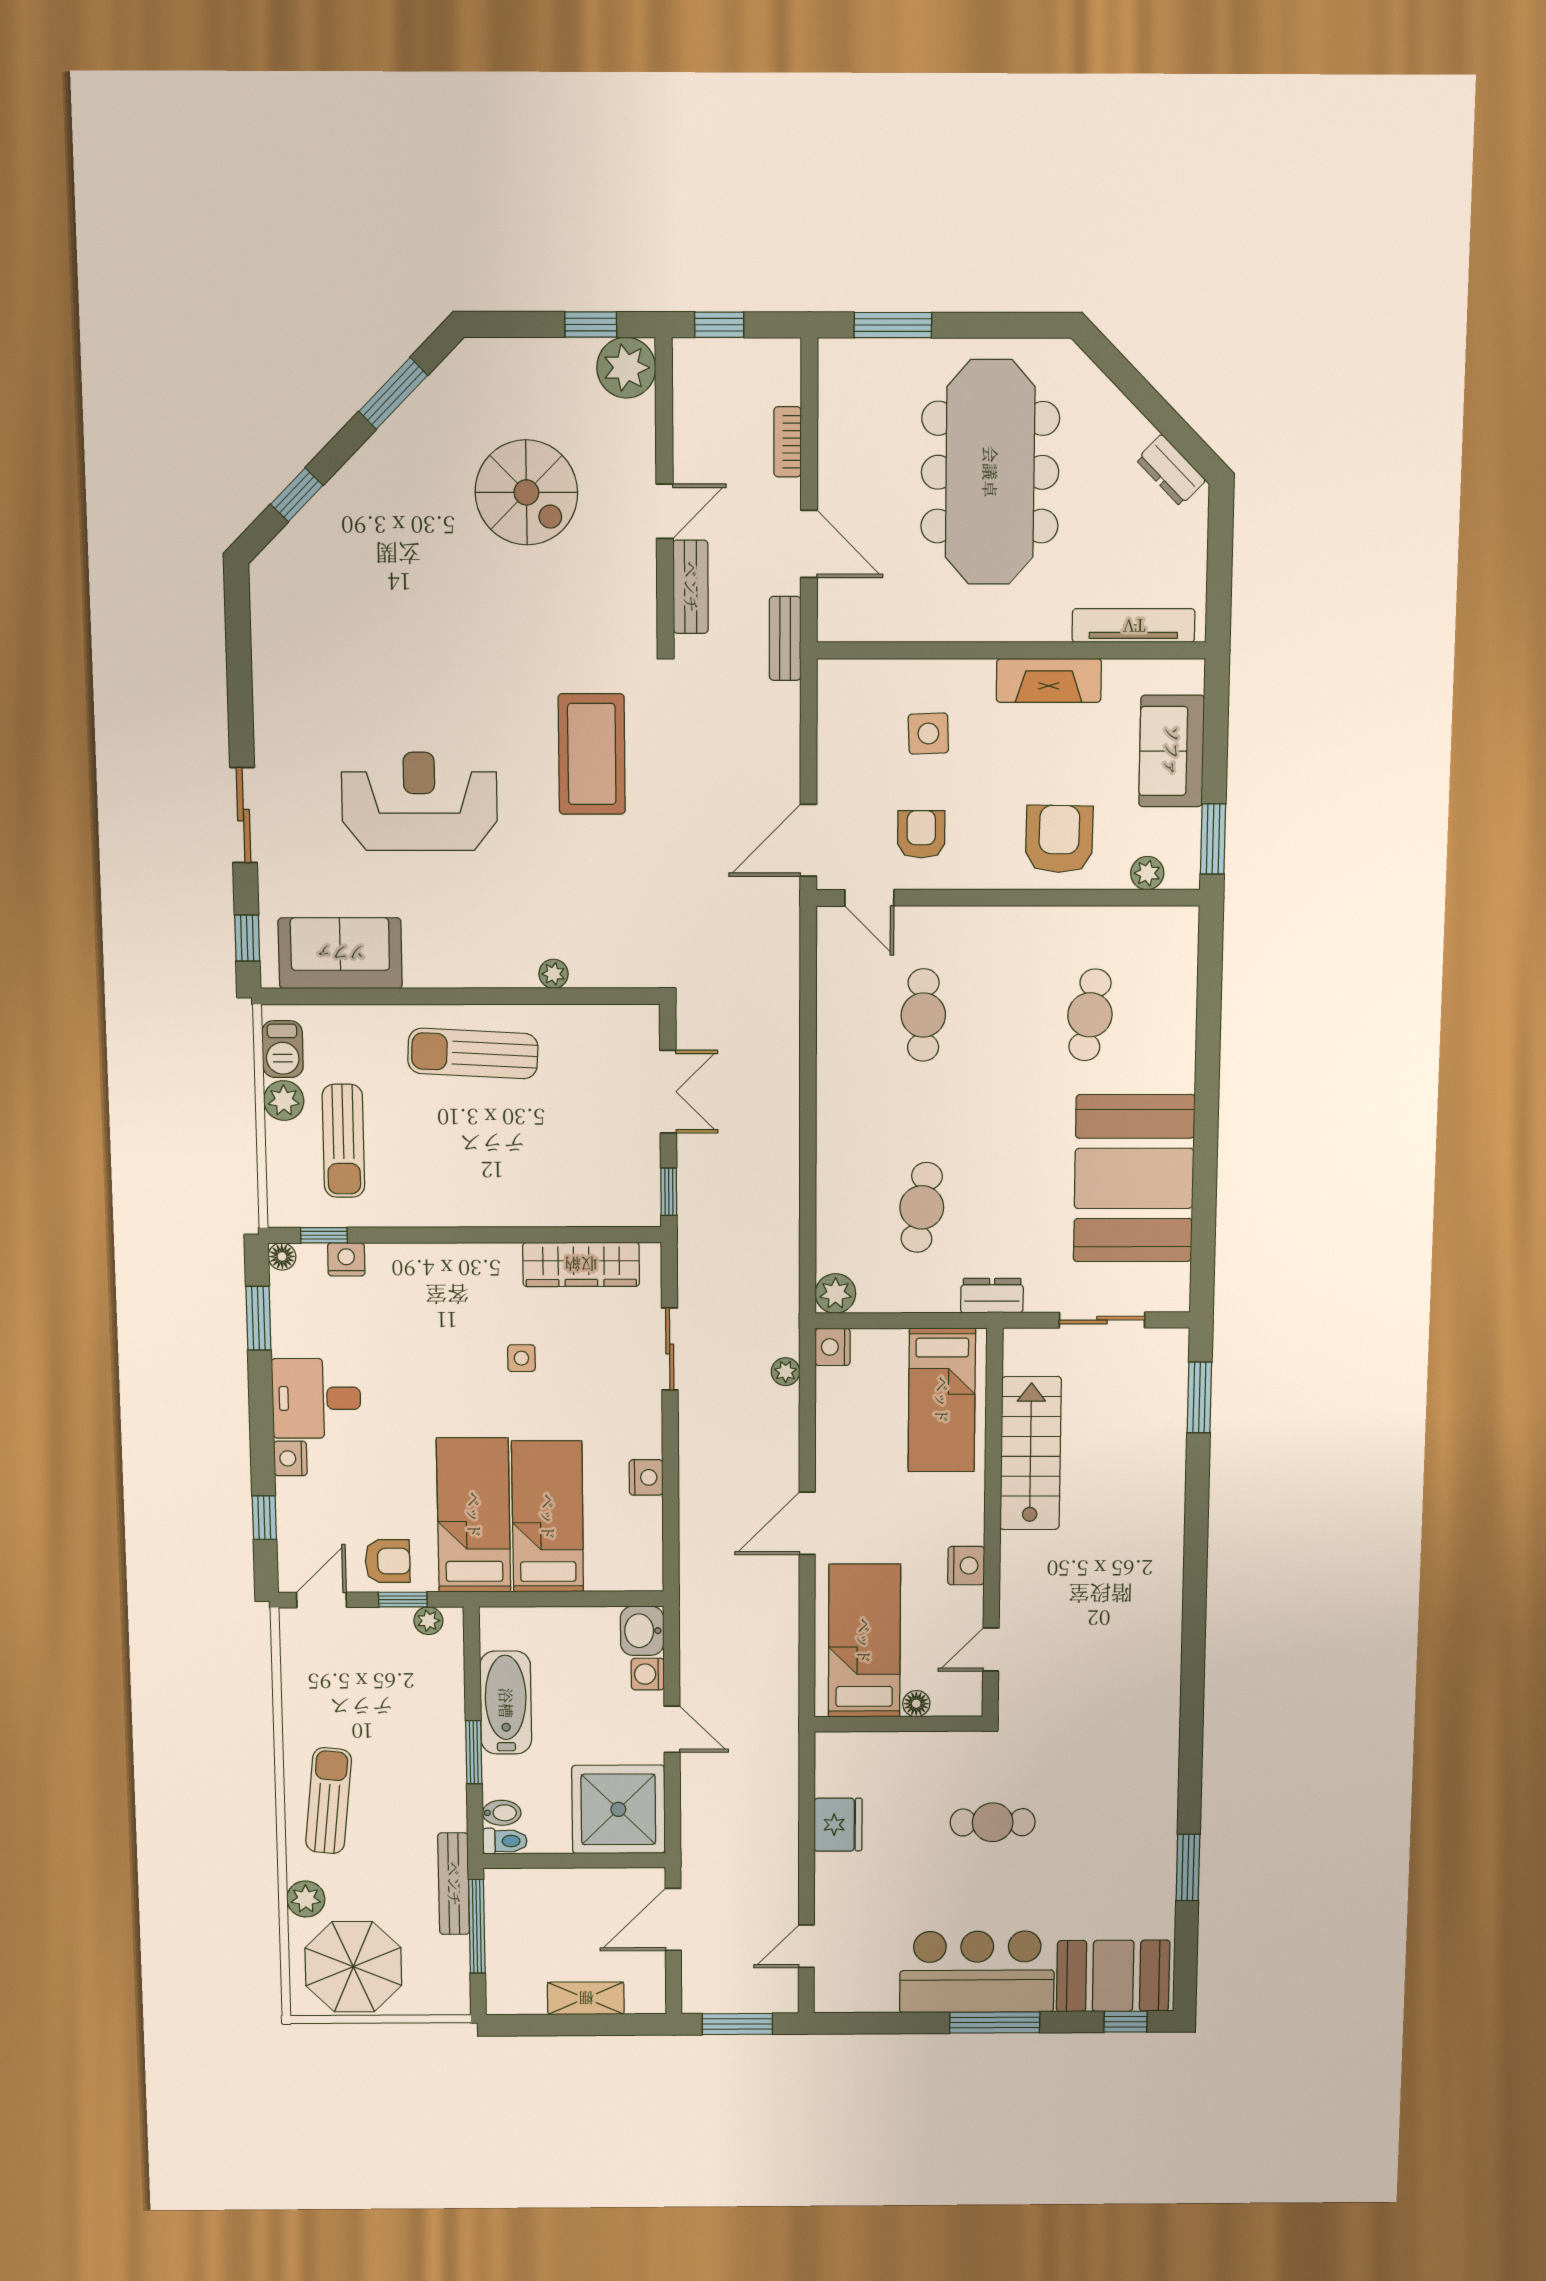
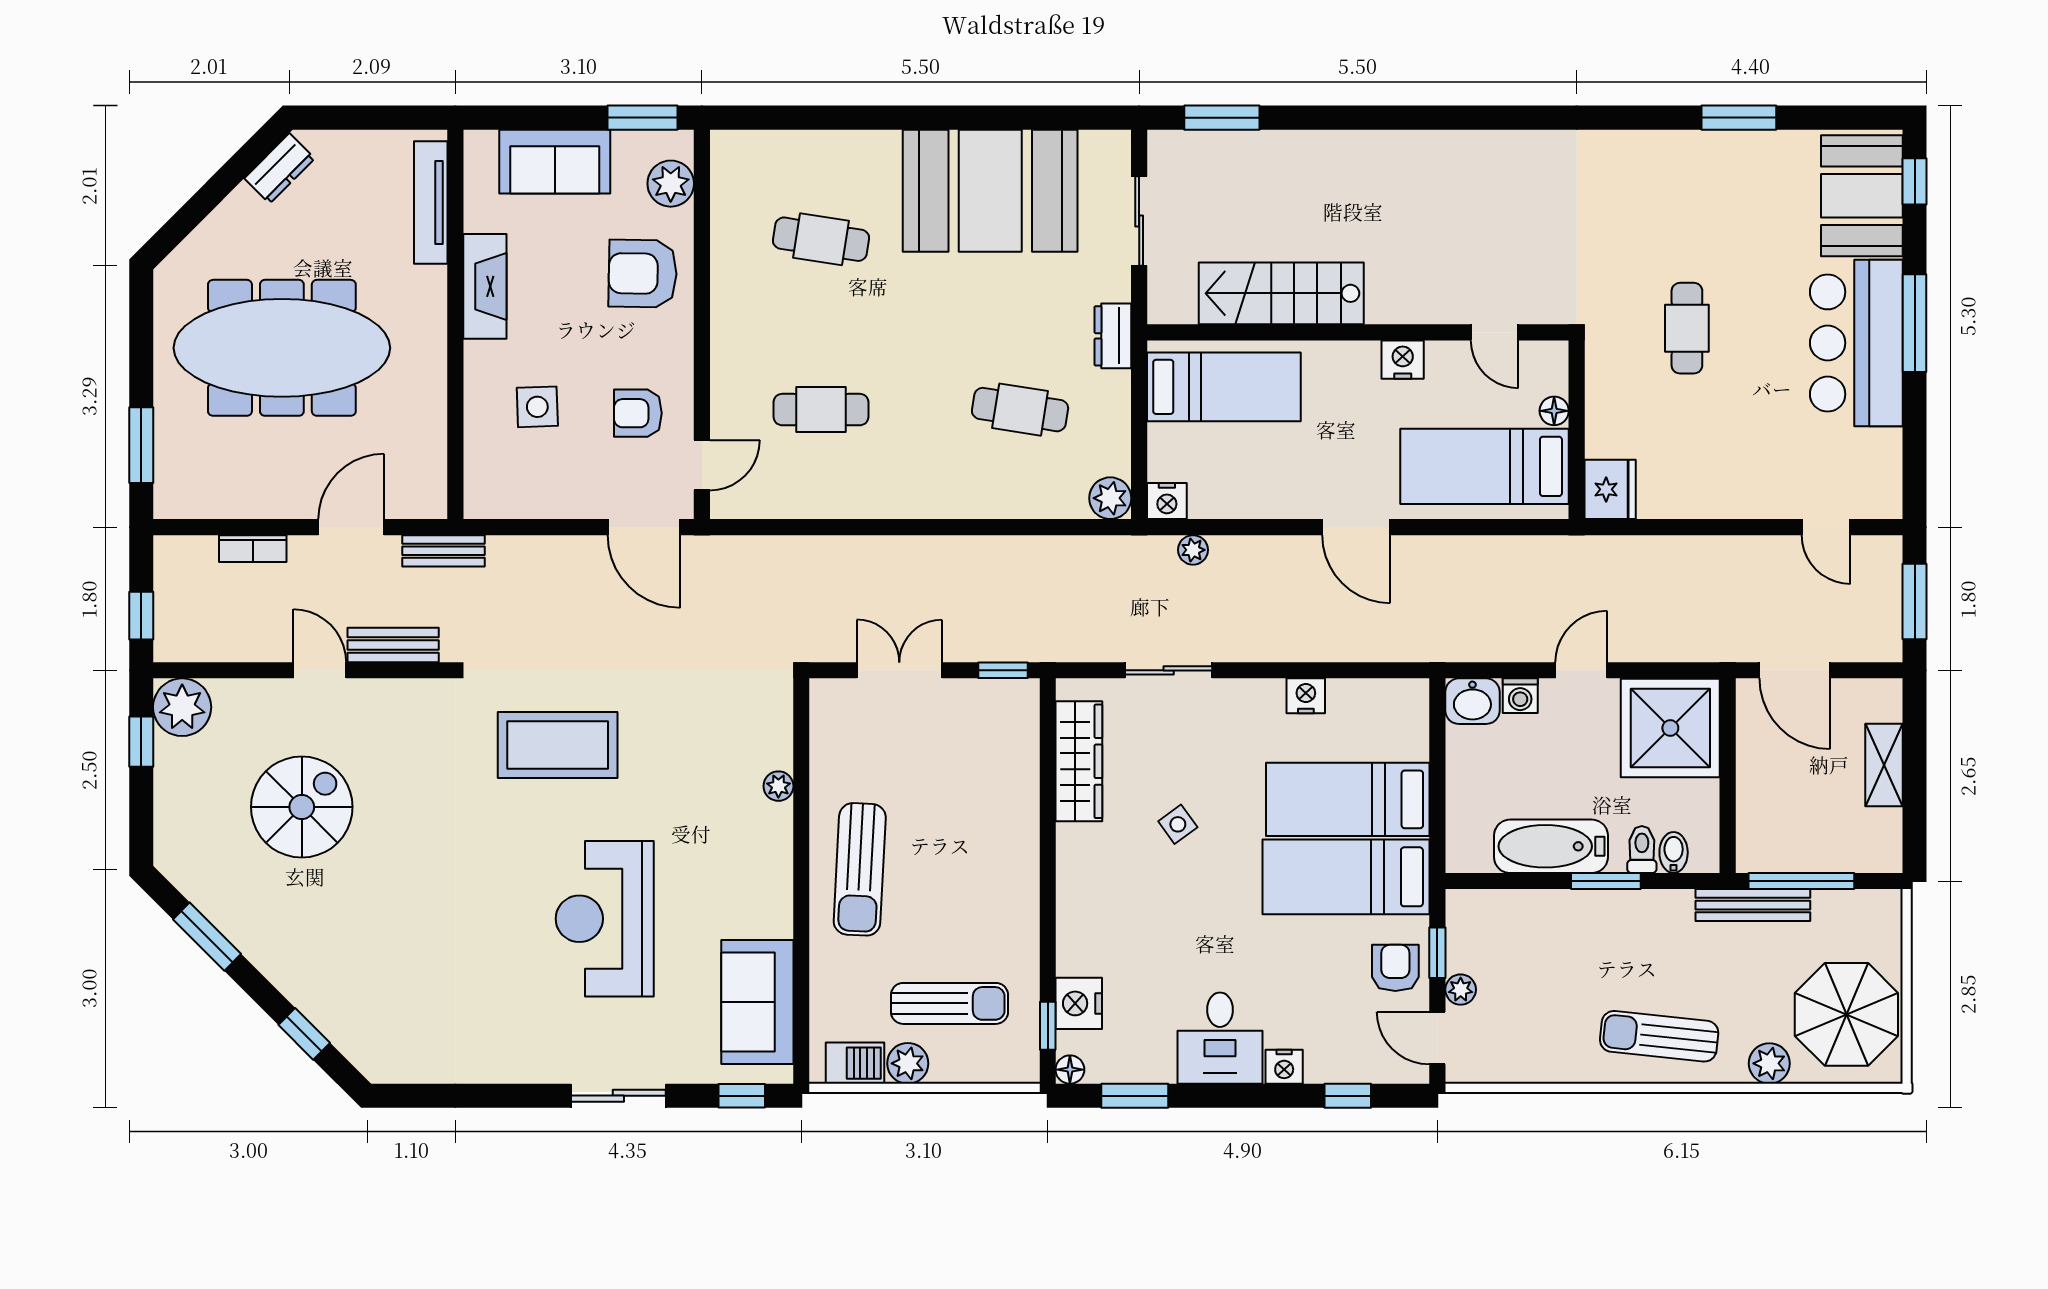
plant: (1147, 873) -> (671, 184), width x1.38, depth x1.38
nightstand: (346, 1259) -> (1079, 1003), width x1.36, depth x1.33
side table: (521, 1358) -> (1178, 824), turned -36
plant: (428, 1621) -> (1461, 990), moved
fridge: (838, 1825) -> (1610, 489), moved, turned 90
toilet: (505, 1841) -> (1642, 849), moved

